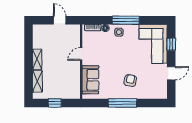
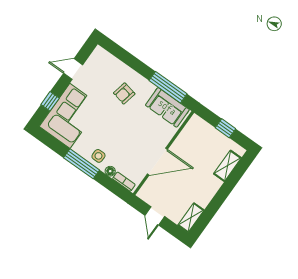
door: (81, 54) -> (157, 162), width x1.88
shelving: (37, 59) -> (191, 218), moved
sofa: (90, 80) -> (167, 107), moved, turned -90
window: (122, 103) -> (168, 87), moved

